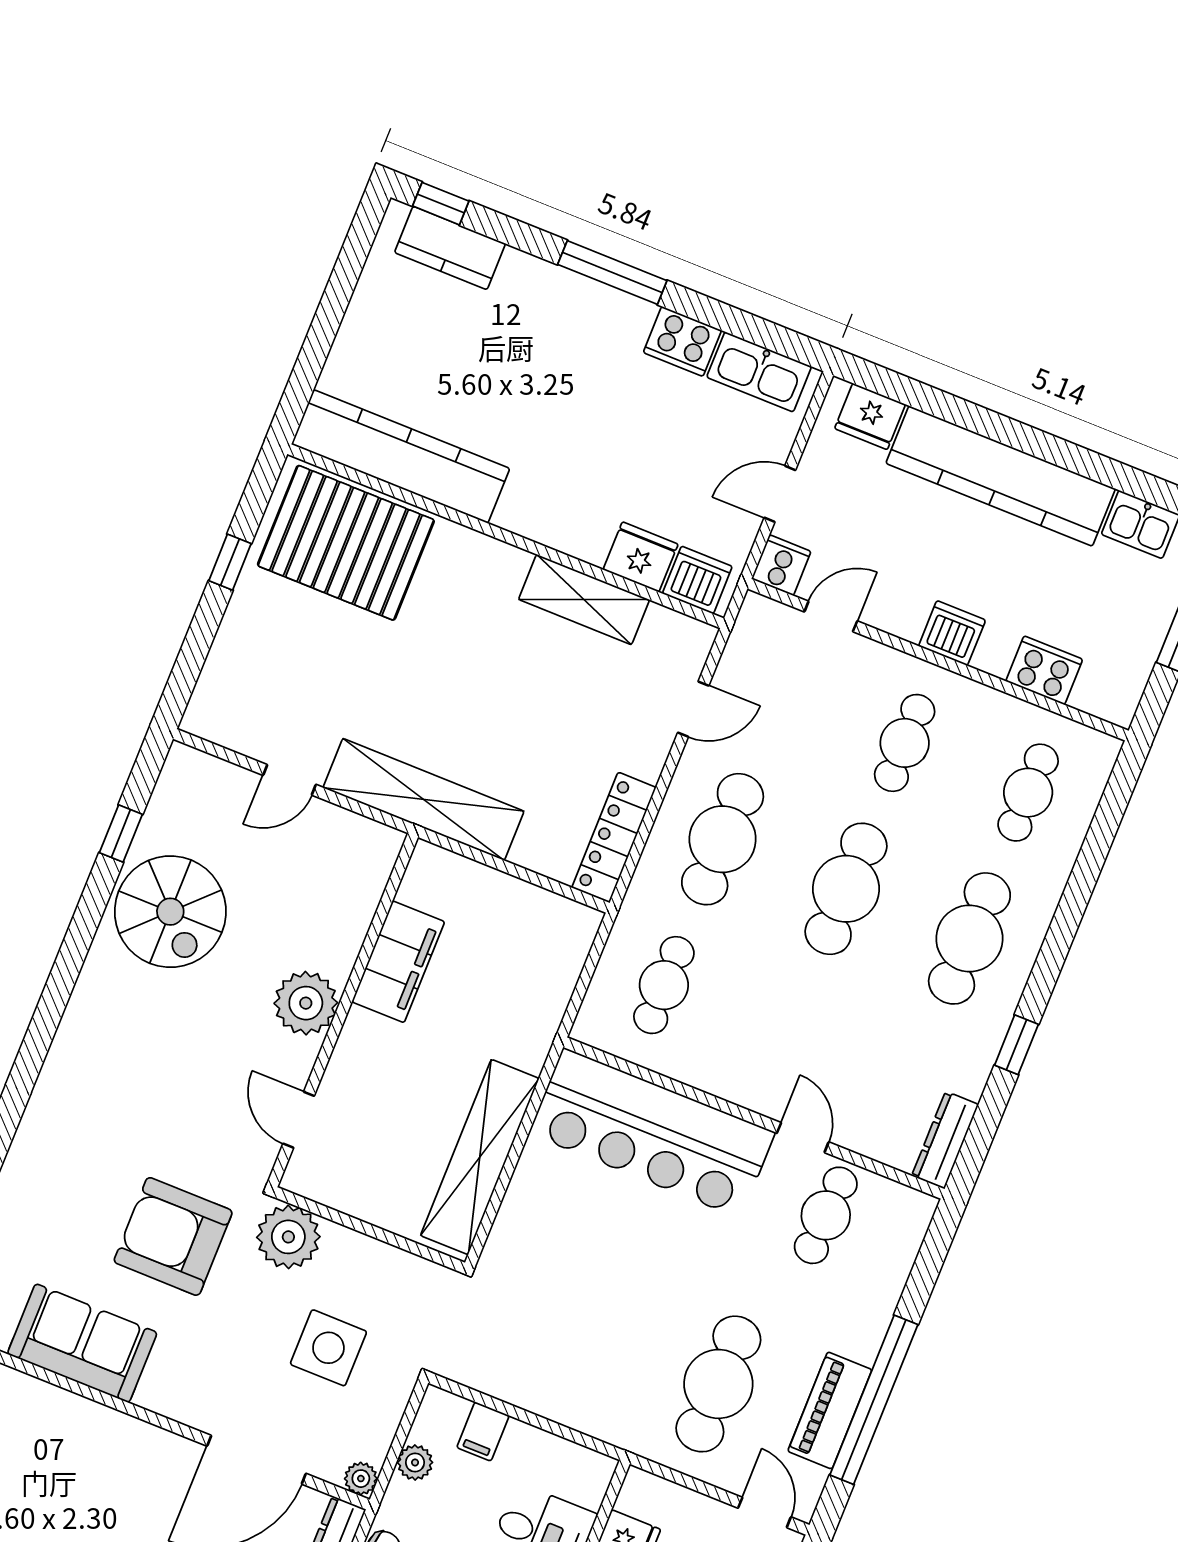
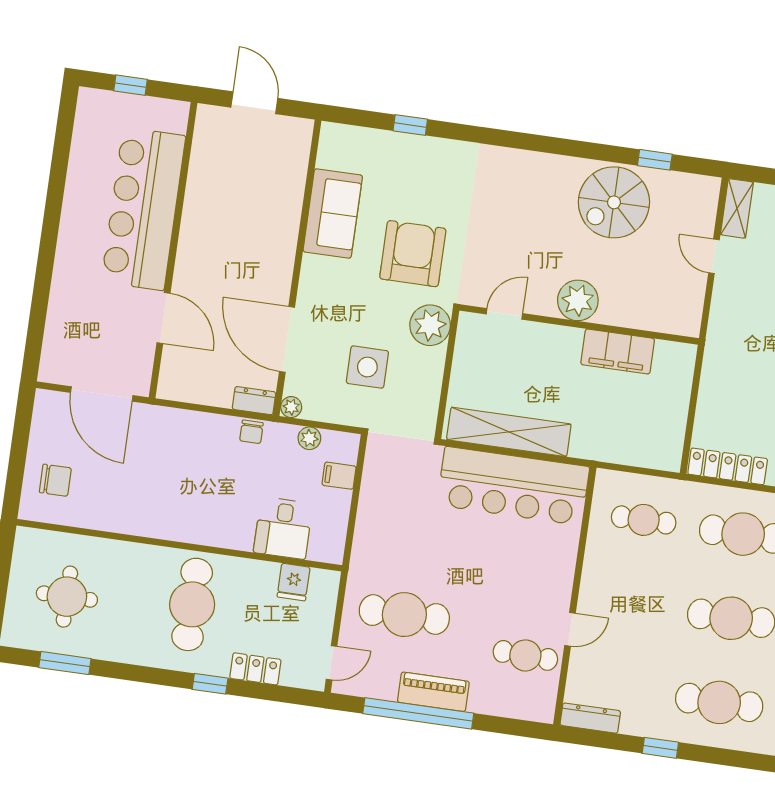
shelving: (423, 799) -> (737, 208), moved, width x0.45, depth x0.75
bar counter: (652, 1133) -> (513, 486), moved, turned -90
piano: (830, 1410) -> (433, 692), moved

